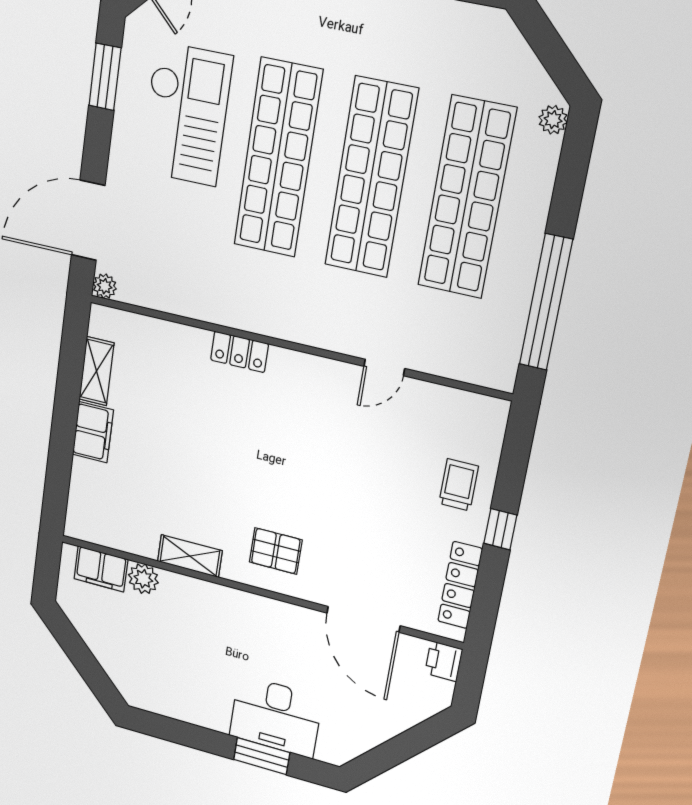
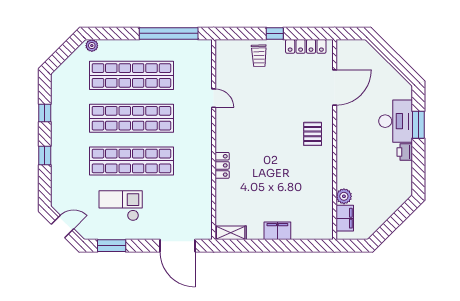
checkout: (186, 114) -> (121, 206), width x0.73, depth x0.83
plant: (105, 286) -> (206, 234), removed
shelving: (97, 371) -> (231, 233), moved
trolley: (459, 485) -> (259, 56), turned -92
shelving: (190, 556) -> (326, 175), removed
printer: (444, 661) -> (405, 152), moved, turned 90

